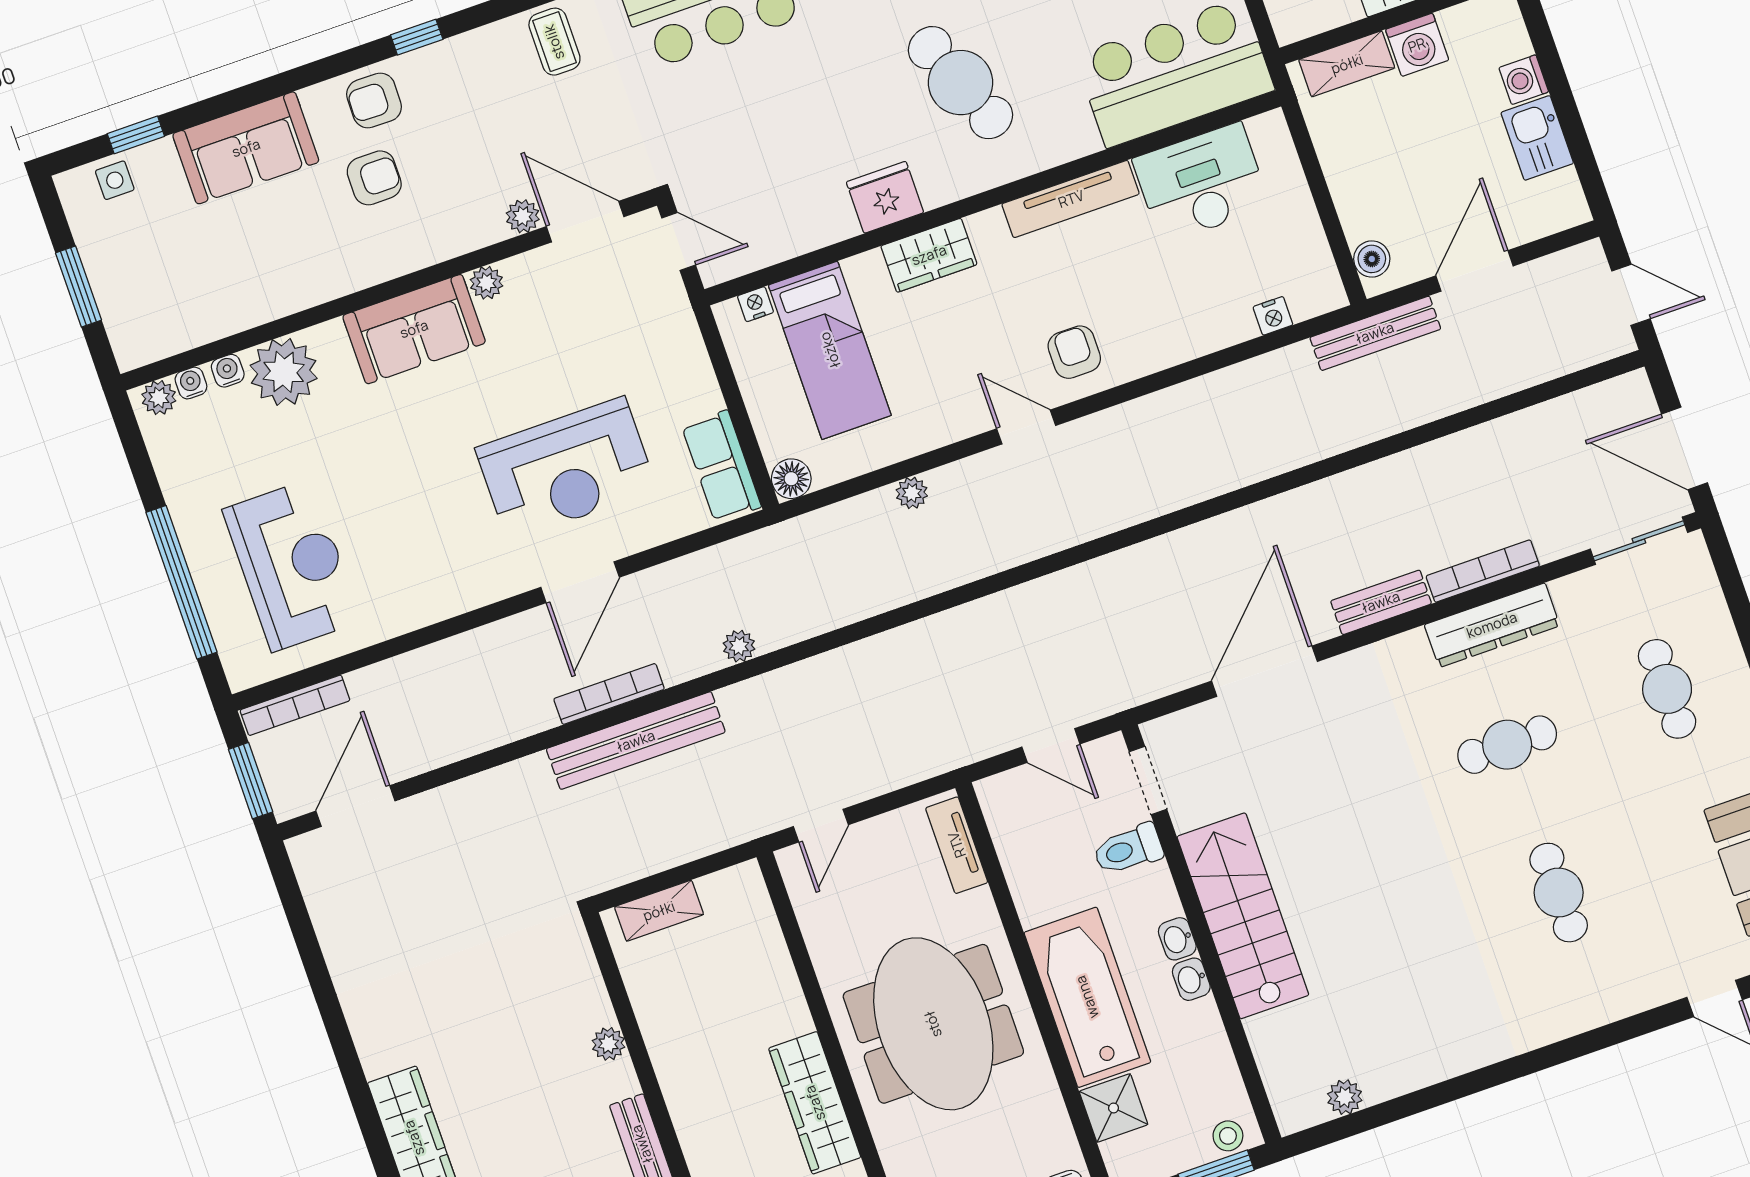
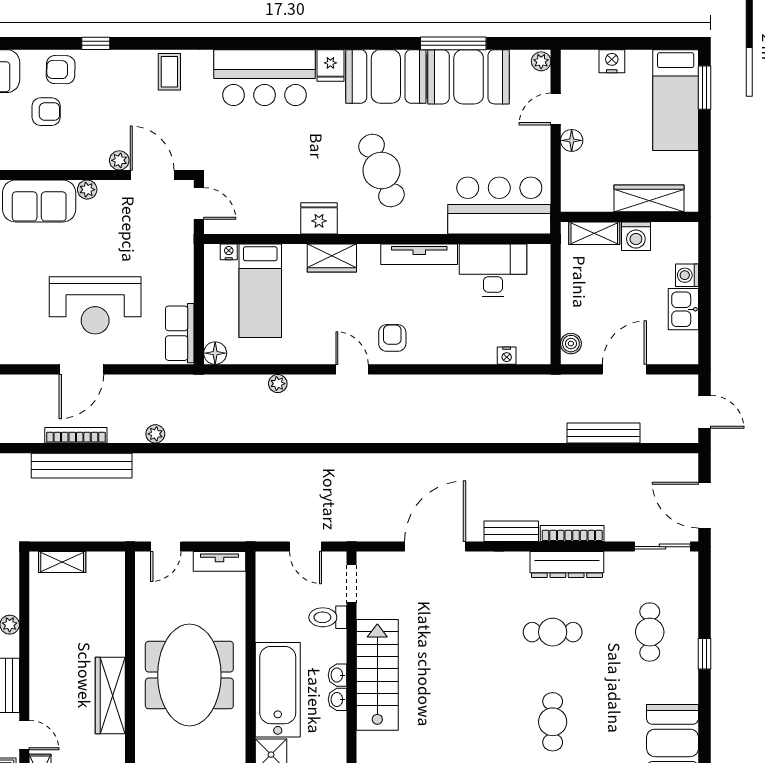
bench: (1375, 333) -> (604, 433), moved
tv unit: (957, 845) -> (219, 561), moved, turned -90

